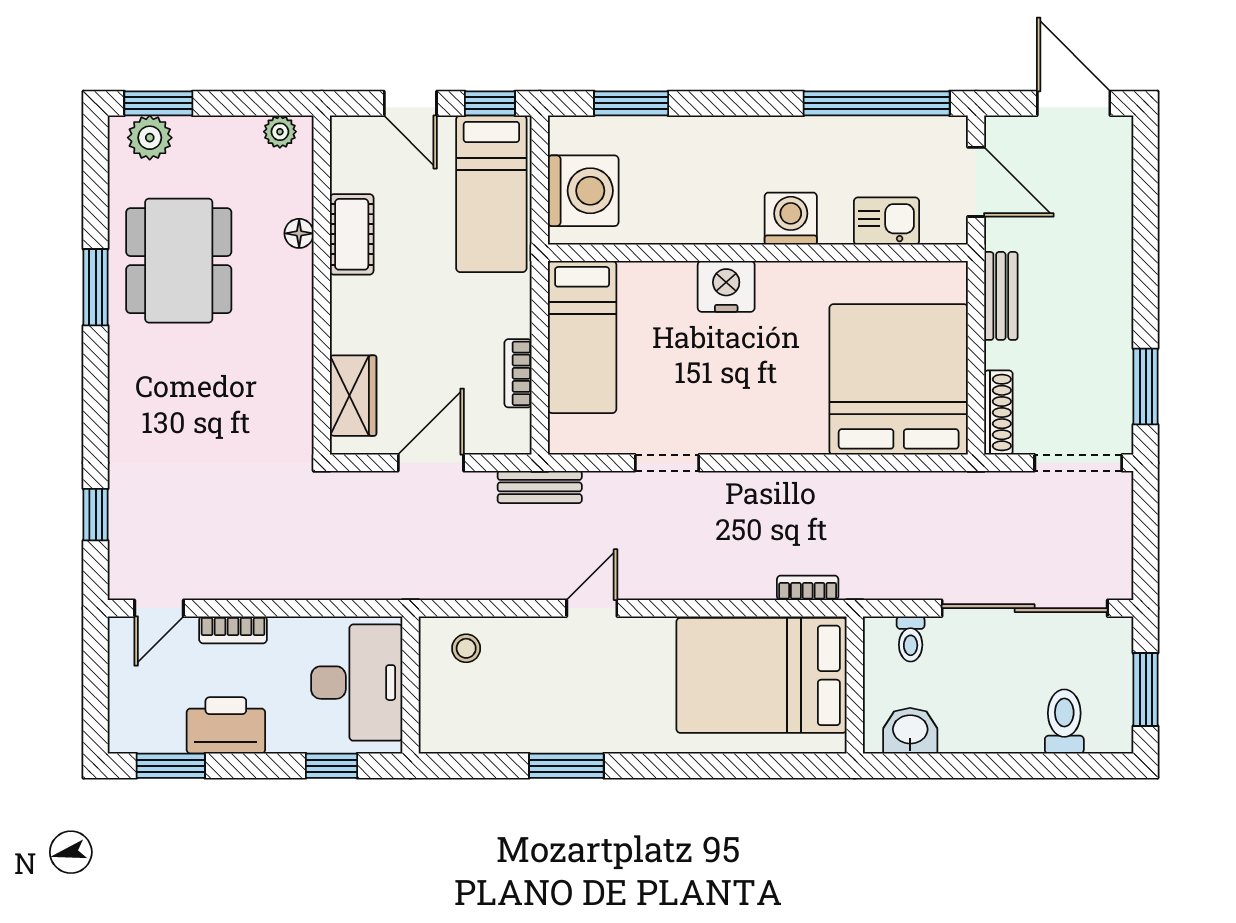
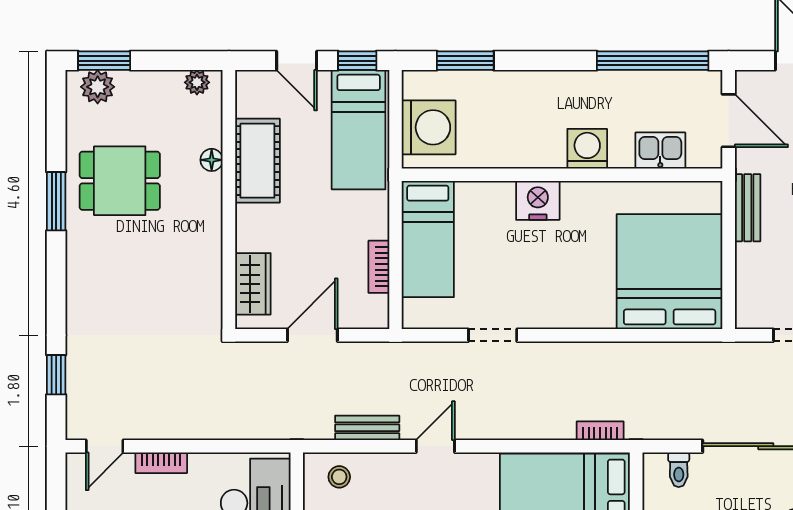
cot: (352, 234) -> (257, 161), width x1.37, depth x1.34
dining table: (179, 261) -> (120, 181), width x0.73
shoe rack: (998, 413) -> (746, 297), removed
bench: (540, 487) -> (367, 428), moved

